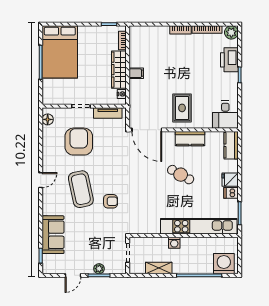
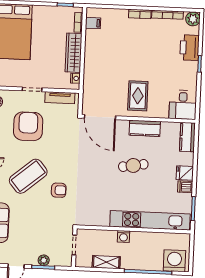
filing cabinet: (136, 73) -> (93, 23), moved
cafe table: (181, 175) -> (133, 165), turned -38
coffee table: (81, 189) -> (28, 176), turned 62

